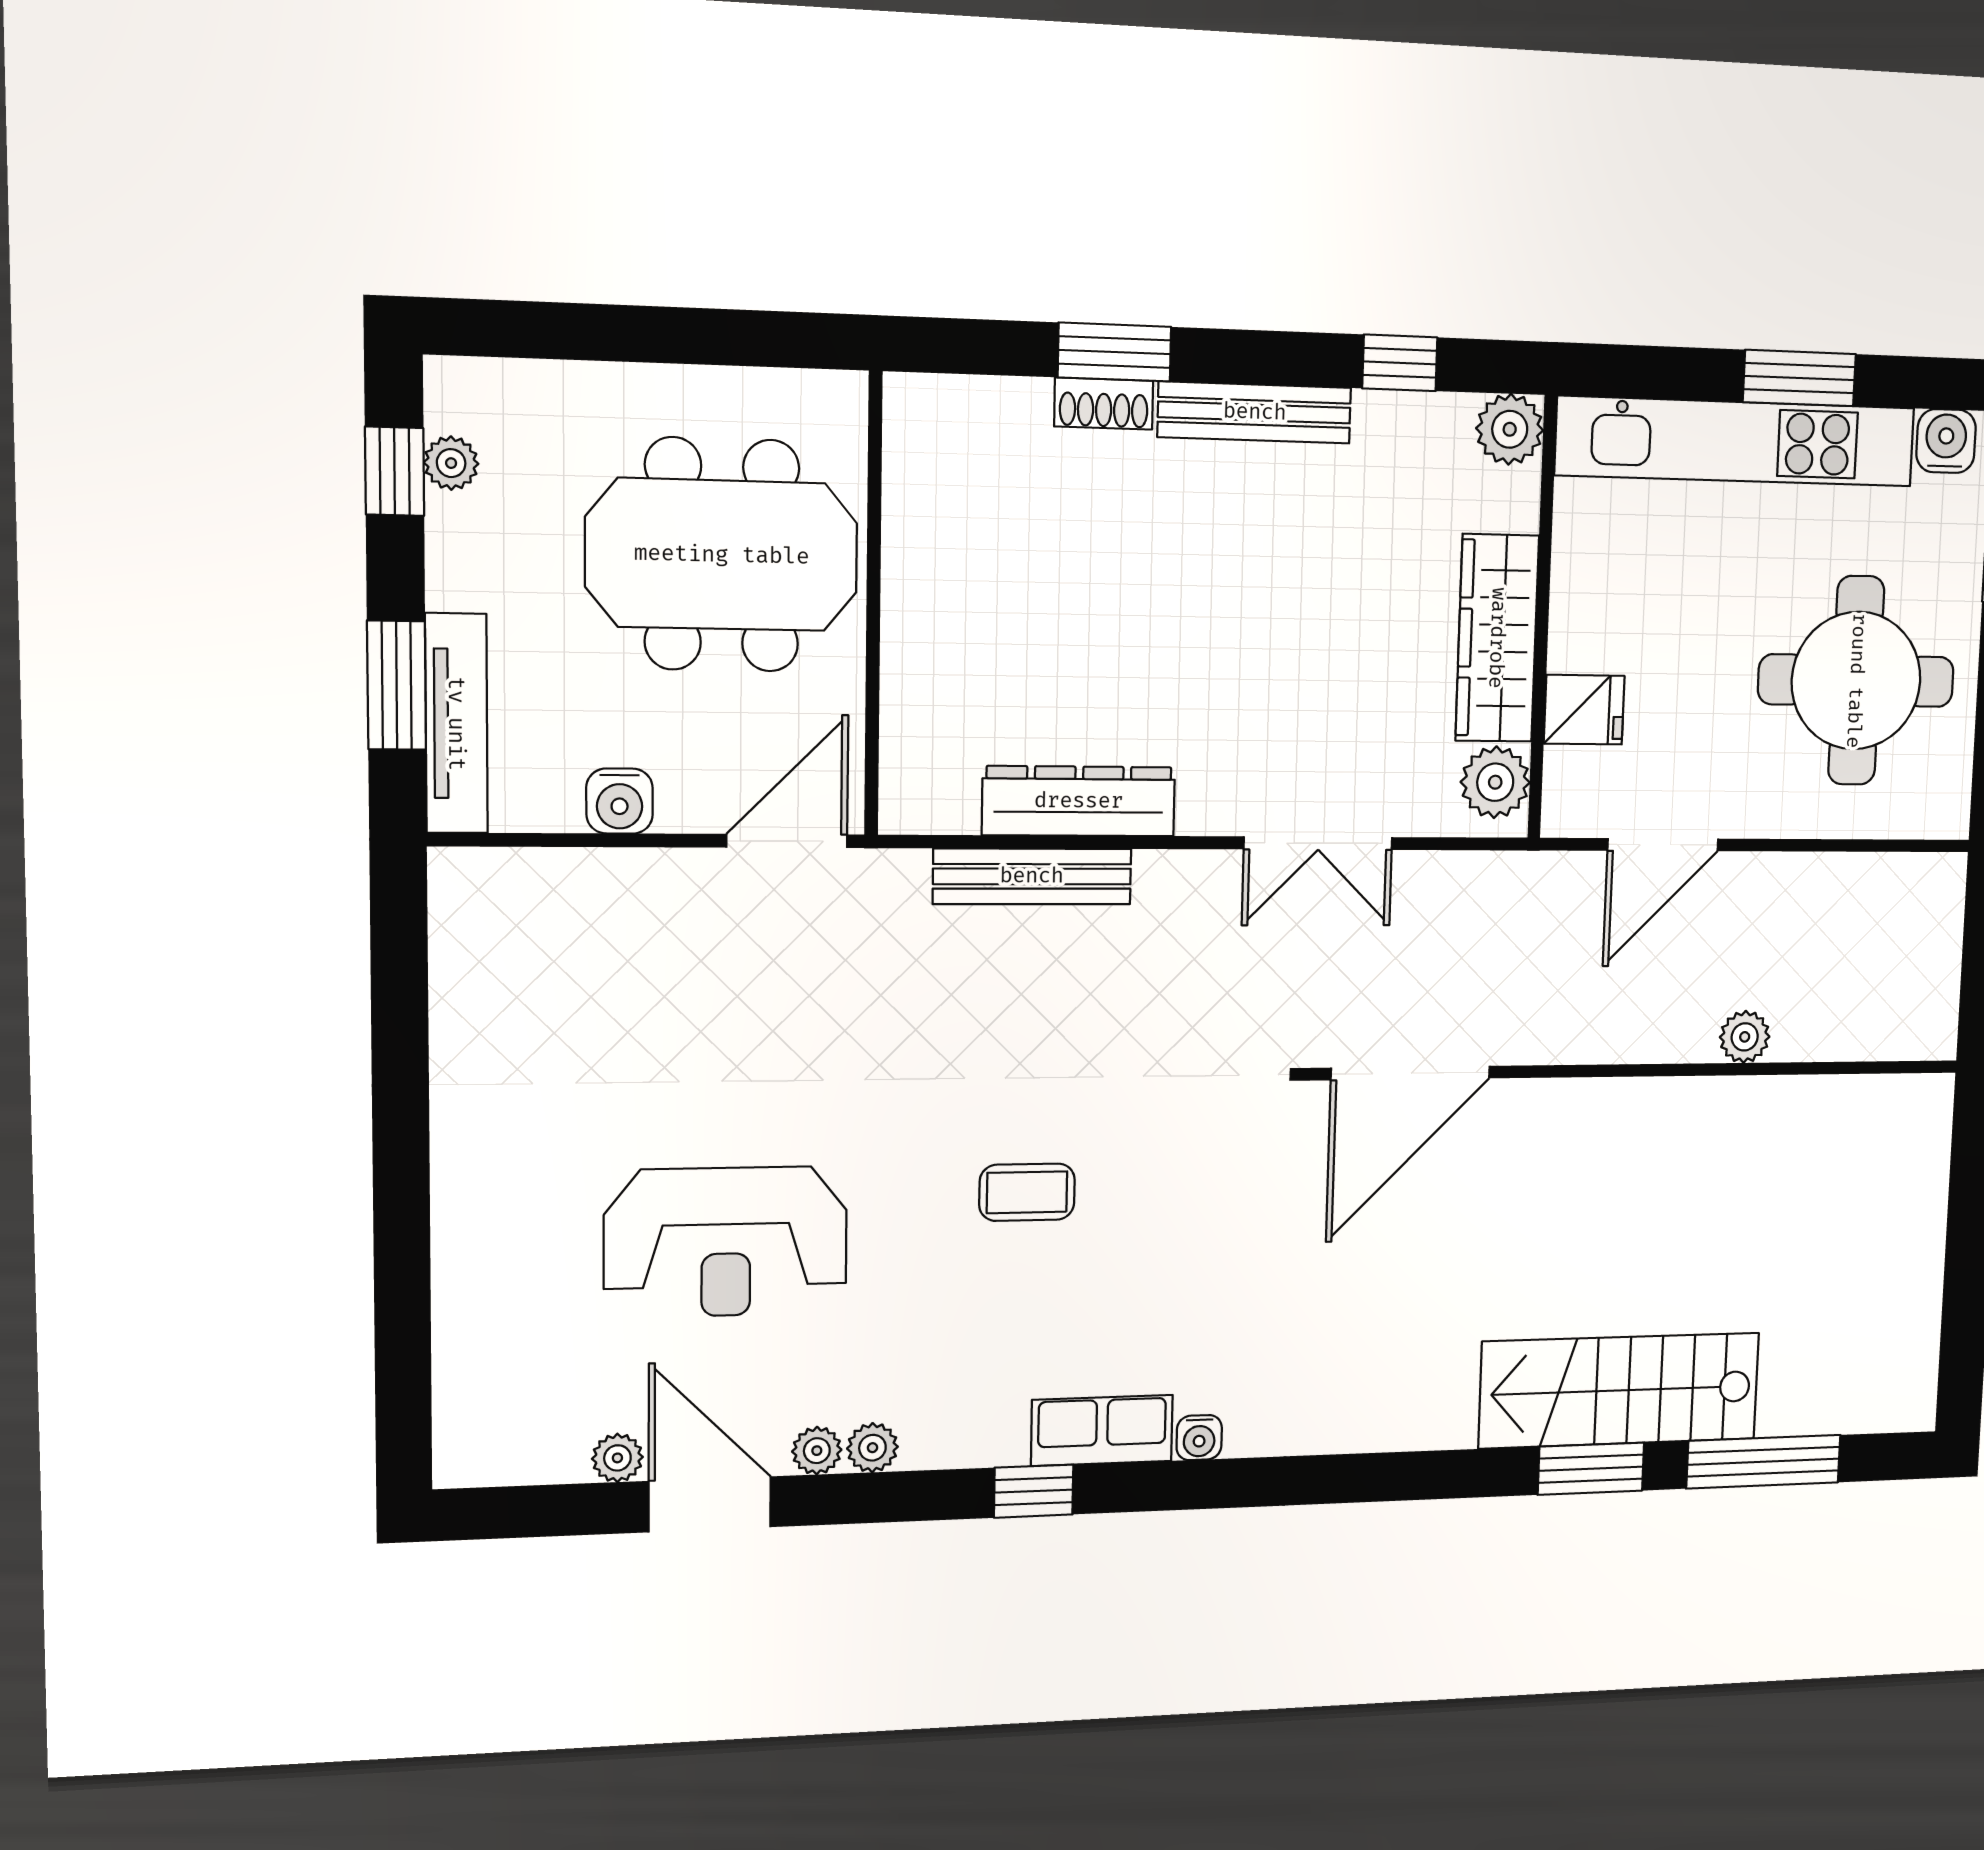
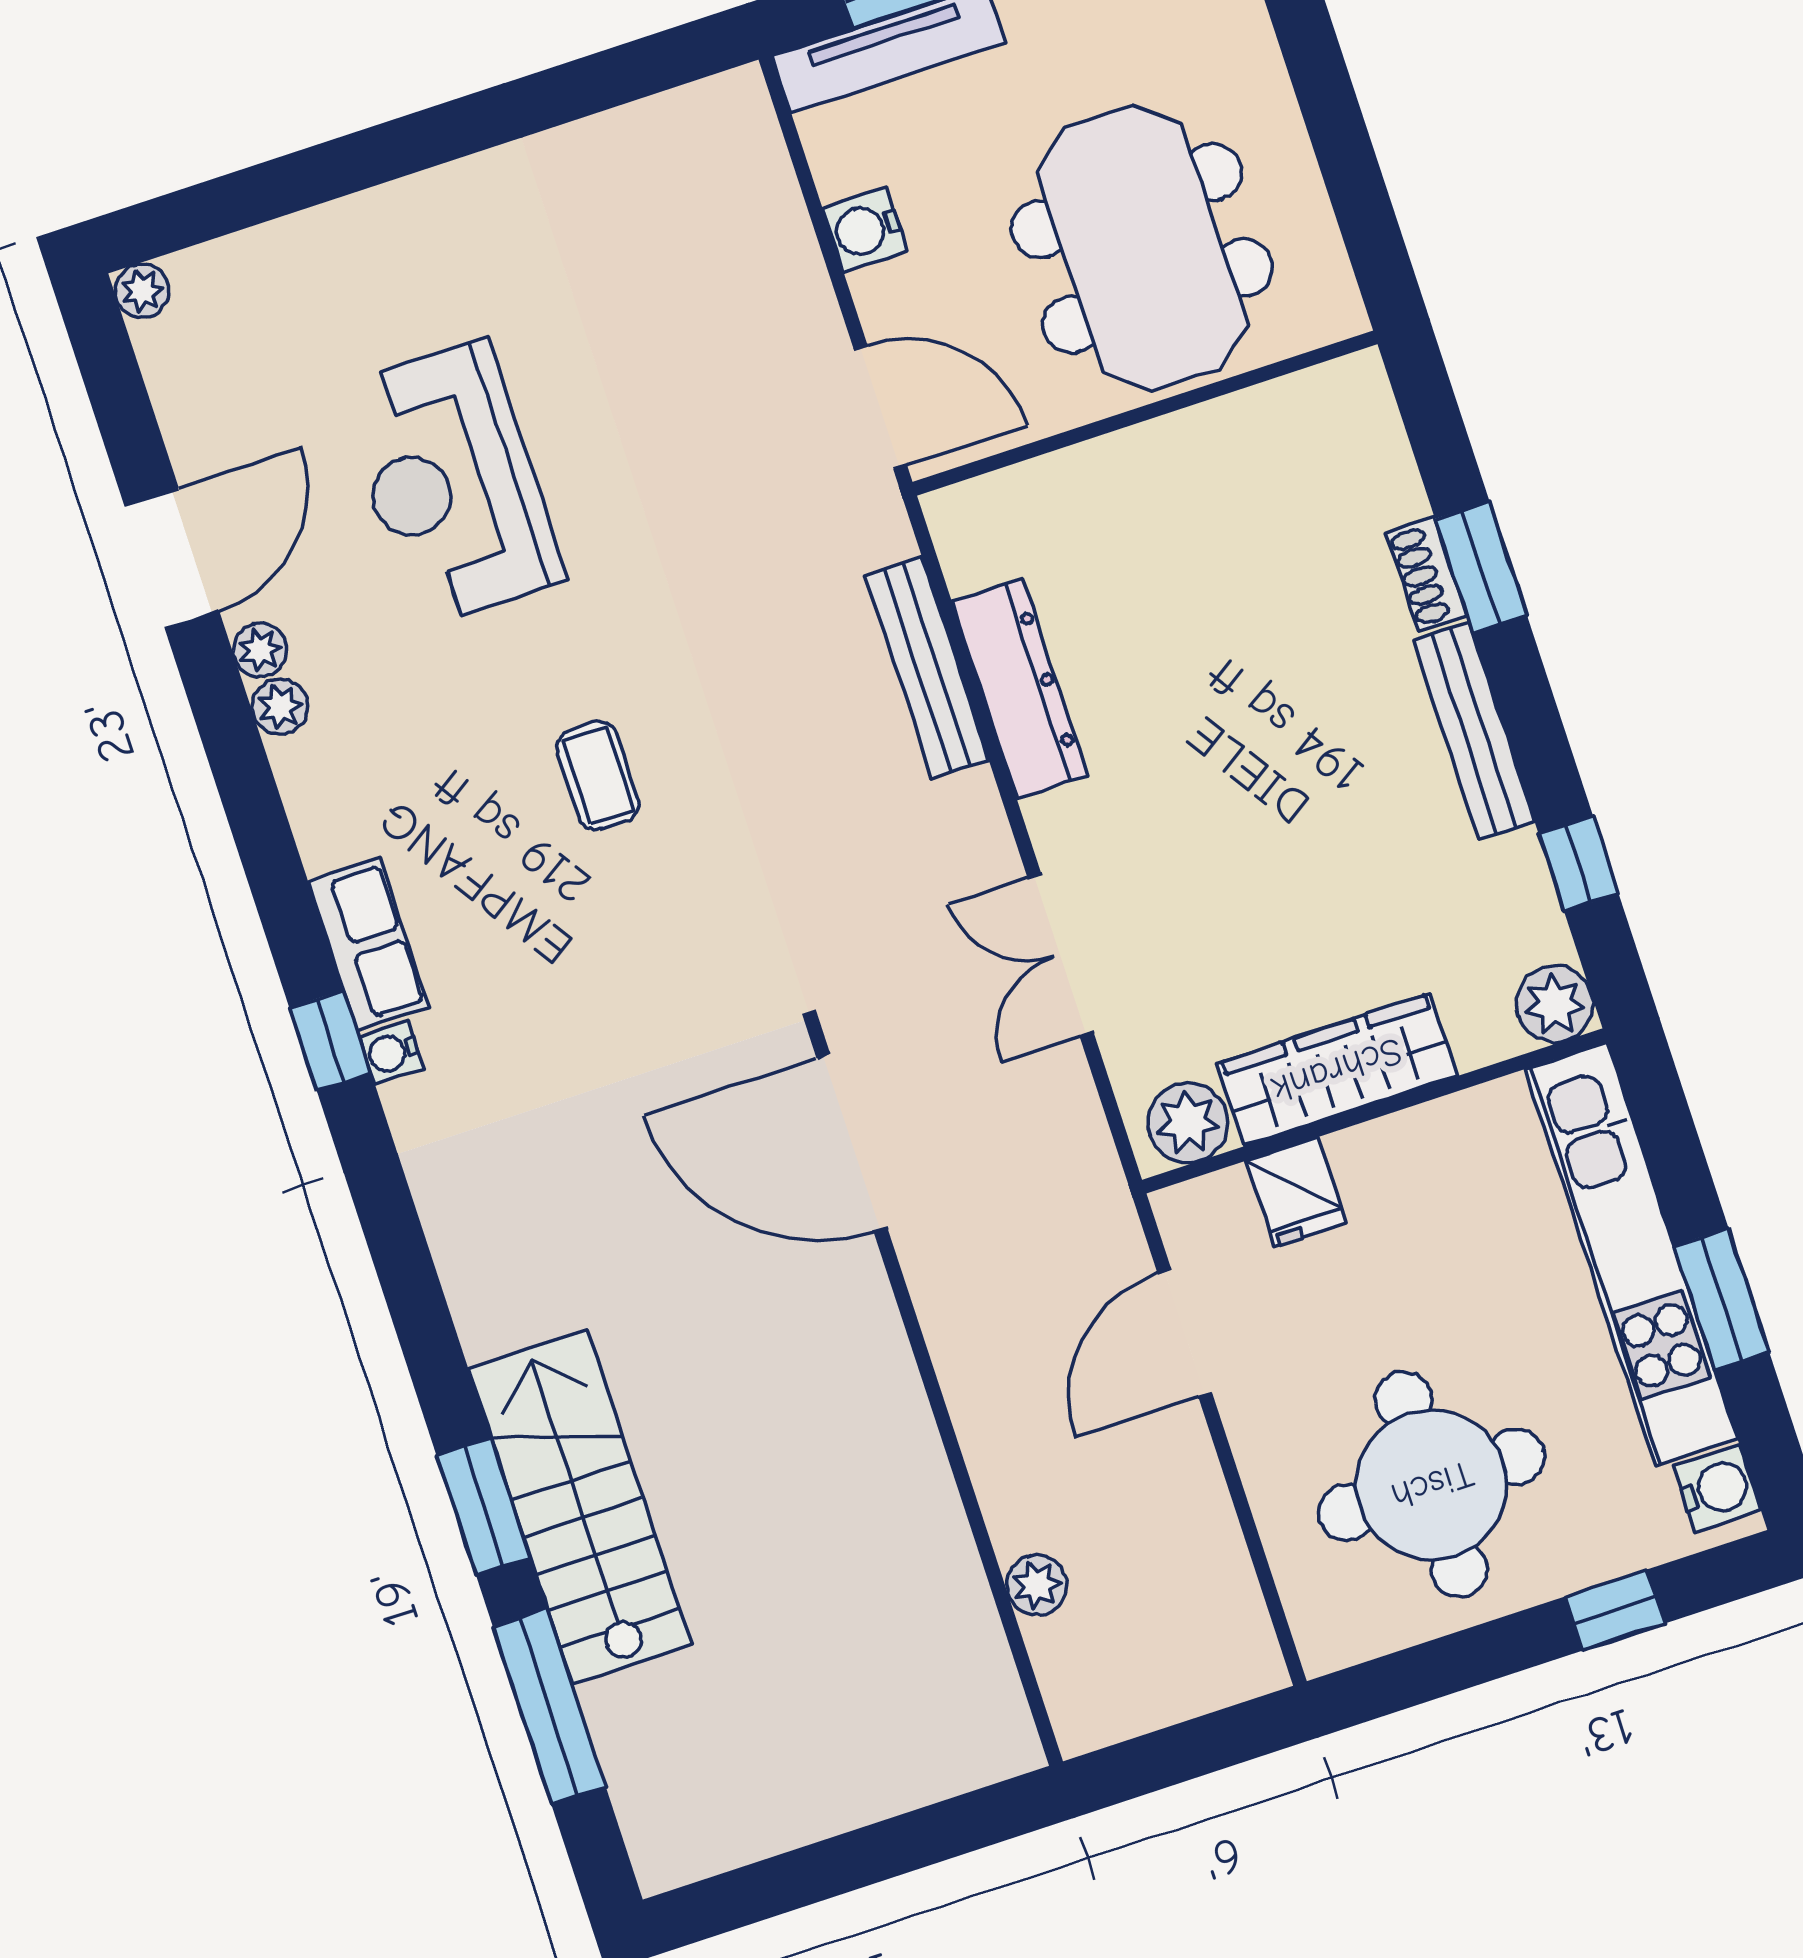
door: (1663, 845) -> (1185, 1333), hinge flipped
plant: (1745, 1037) -> (1037, 1585), moved
plant: (617, 1458) -> (142, 291), moved
window: (1034, 1491) -> (330, 1040), moved

